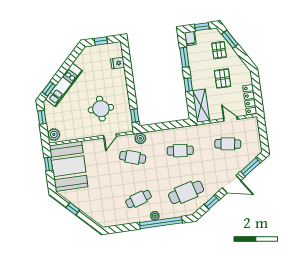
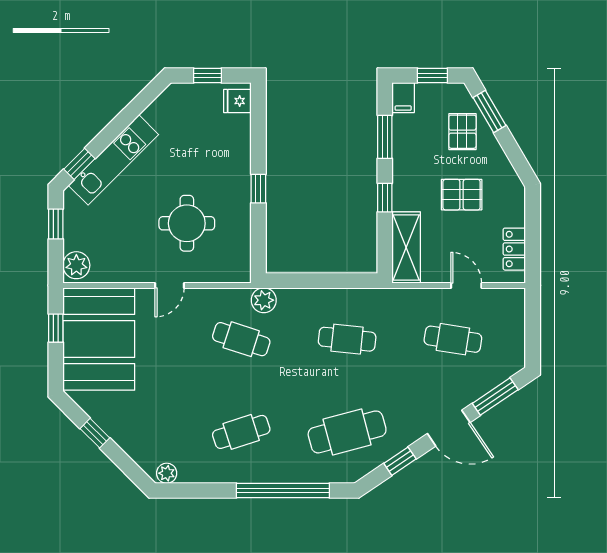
fridge: (118, 63) -> (237, 101), moved
pallet: (223, 78) -> (462, 195), turned 90
locker: (250, 100) -> (514, 249), width x0.66
window: (135, 116) -> (258, 189), moved
door: (110, 136) -> (170, 285), moved
plant: (155, 216) -> (167, 473), moved

